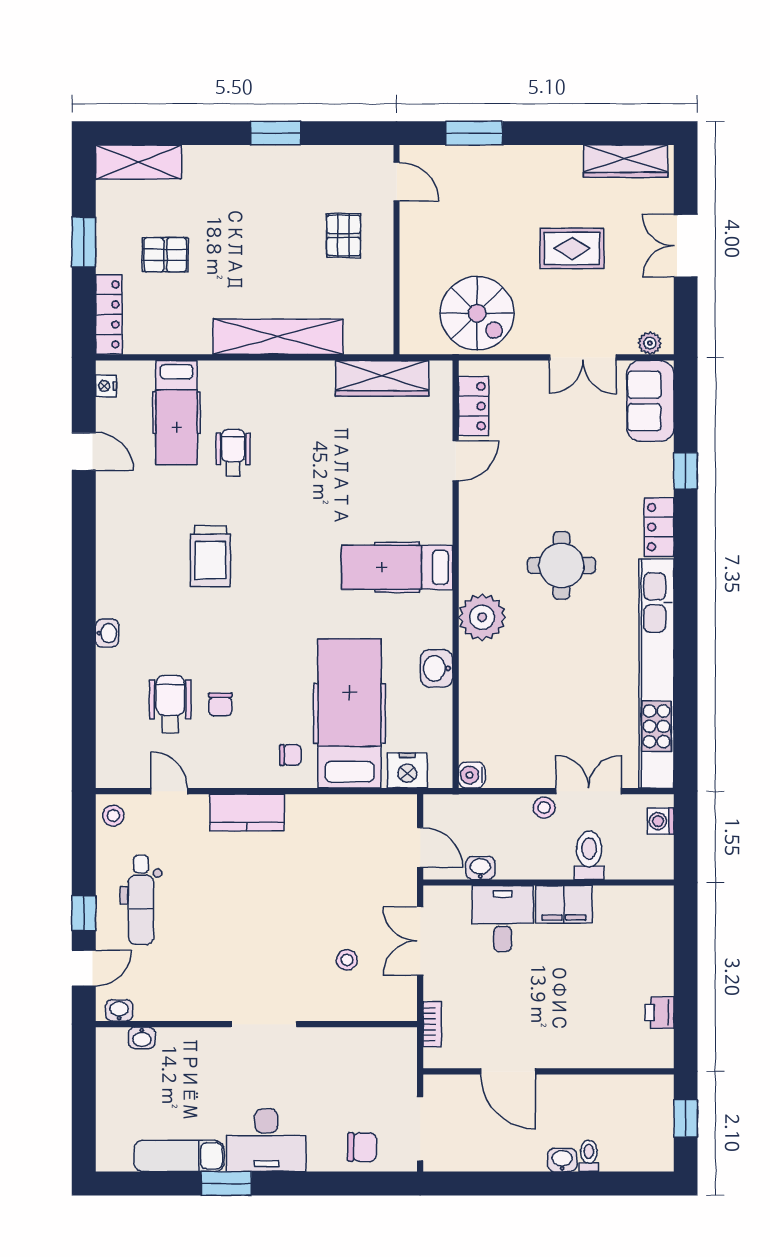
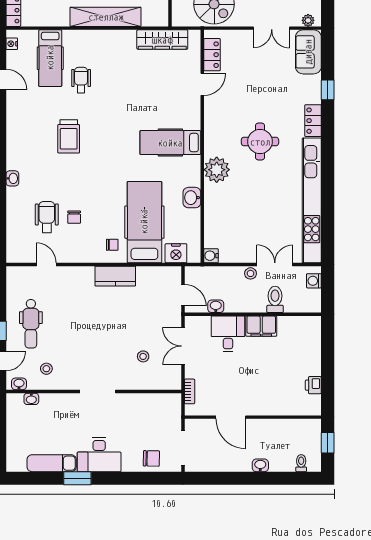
kitchen counter: (247, 813) -> (115, 276), moved
stool: (113, 816) -> (46, 369), moved
toilet: (589, 1156) -> (301, 463), moved

